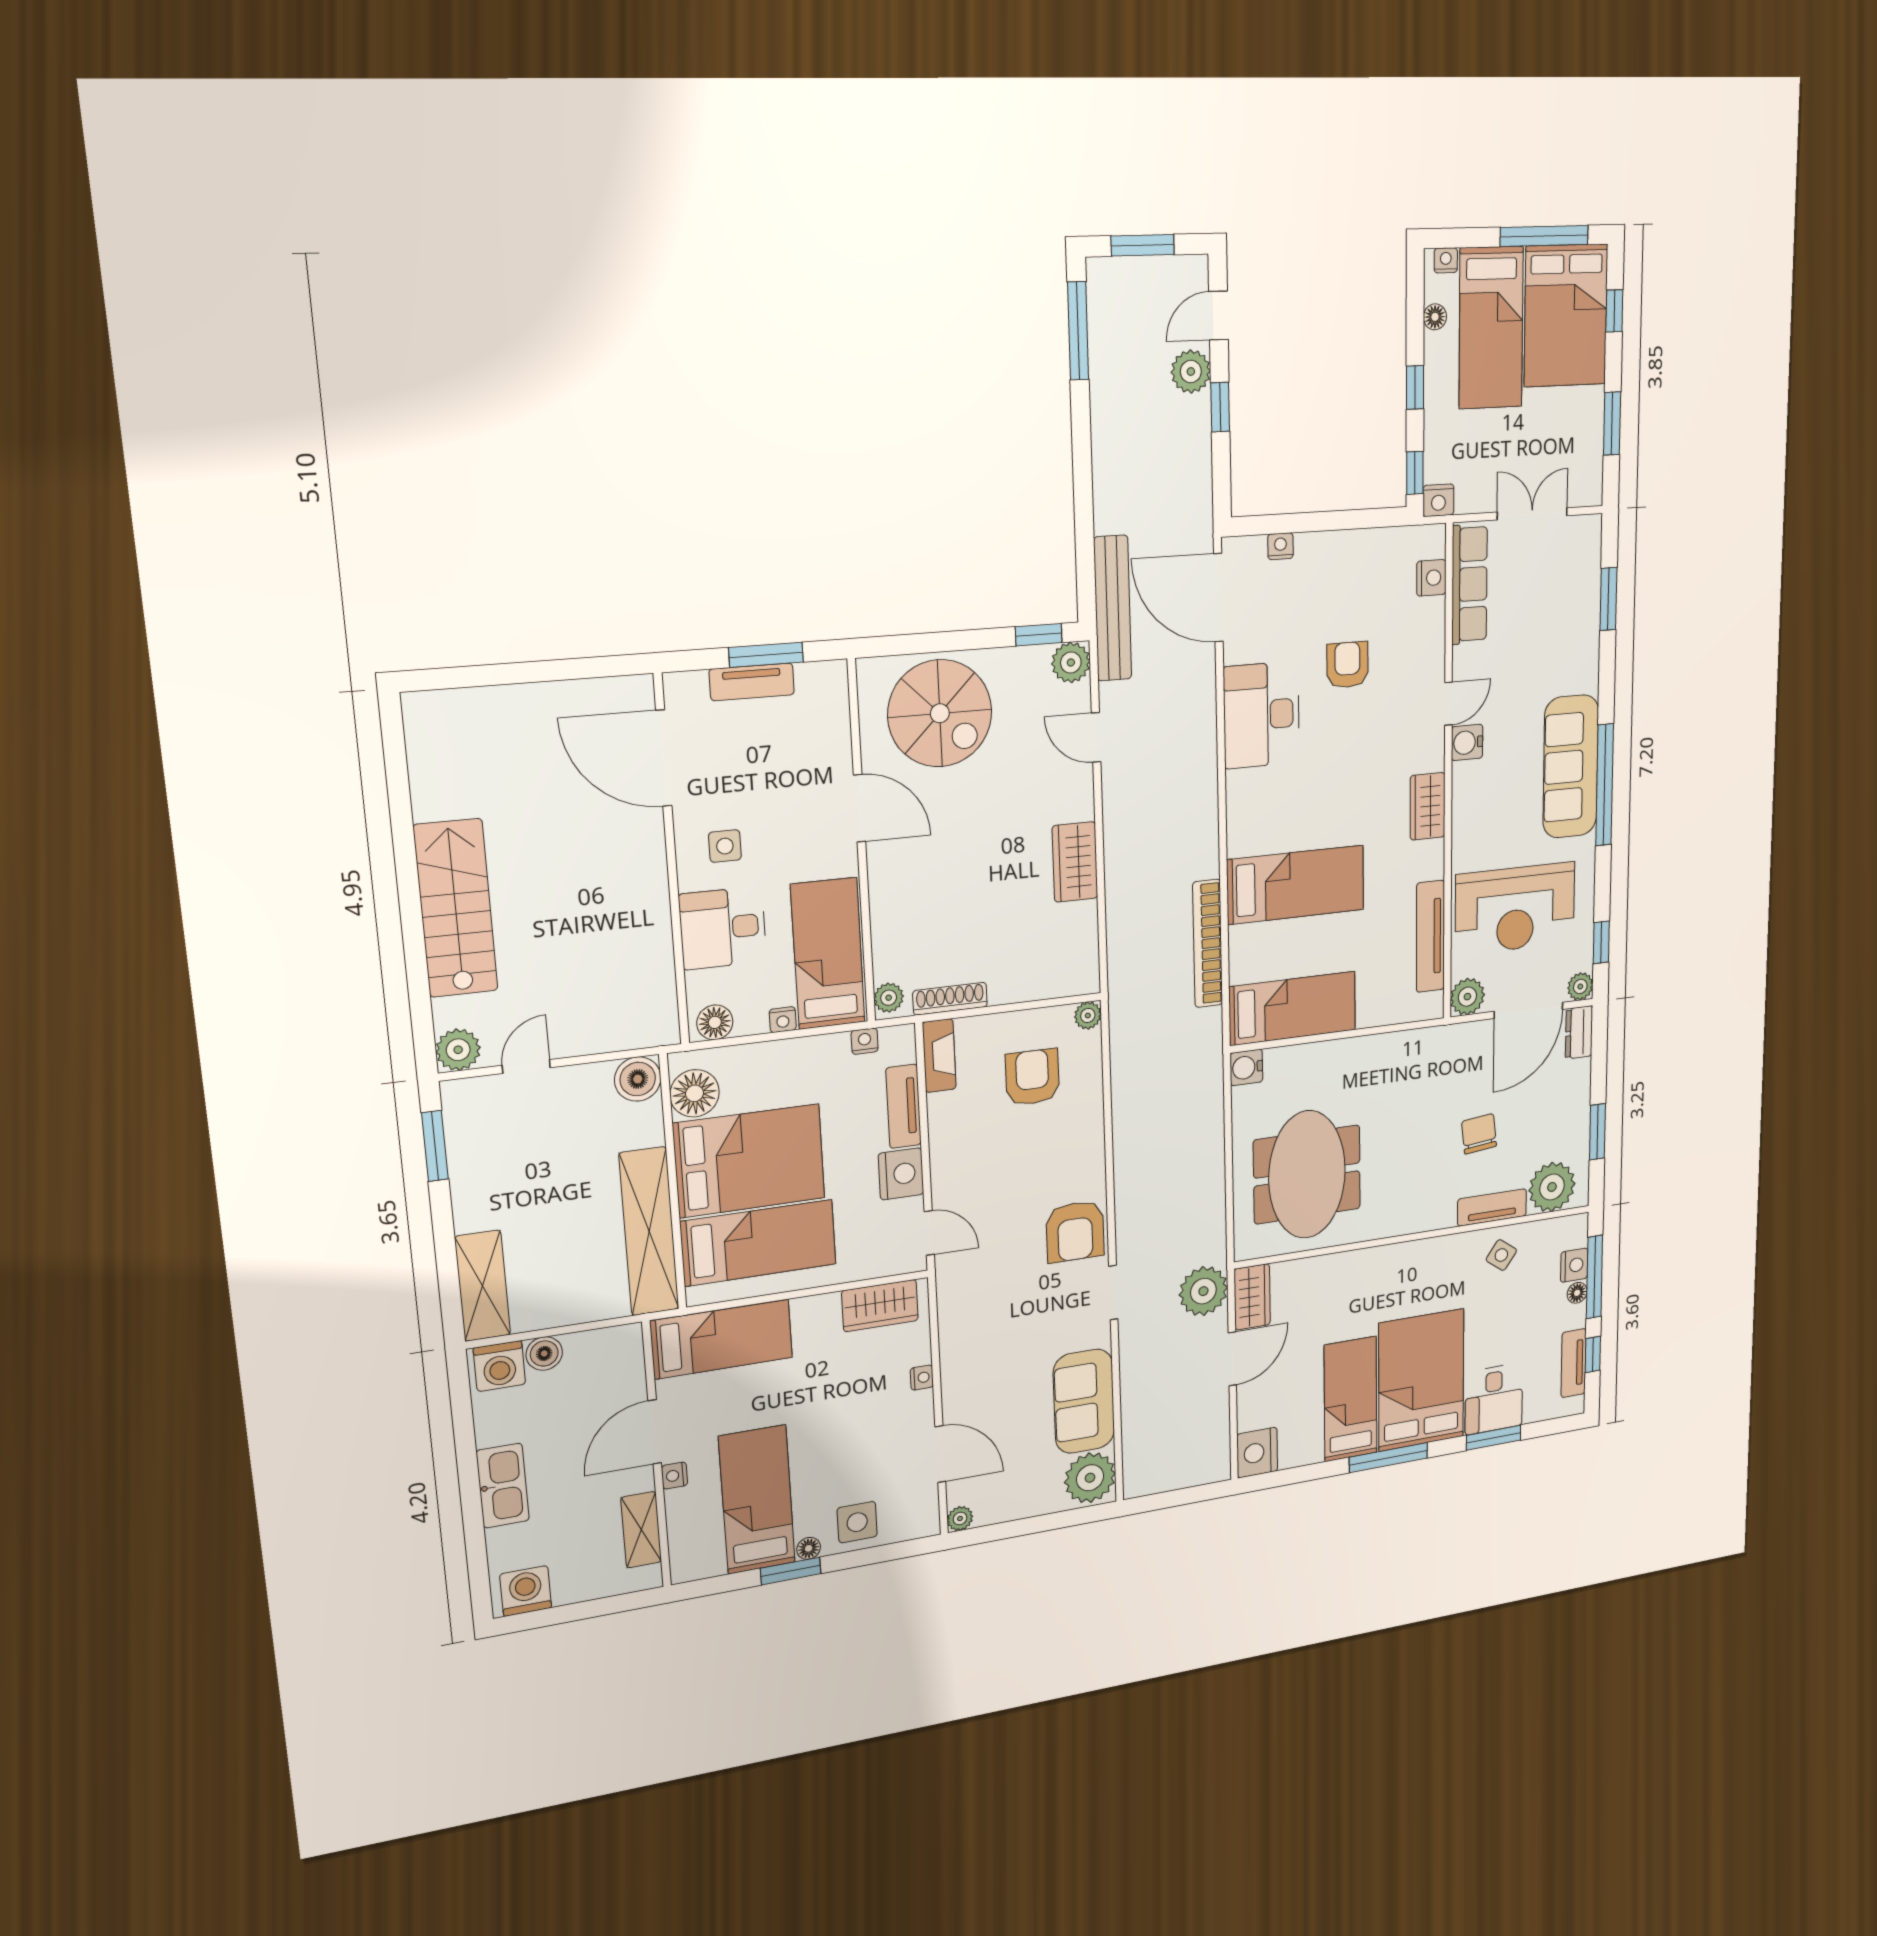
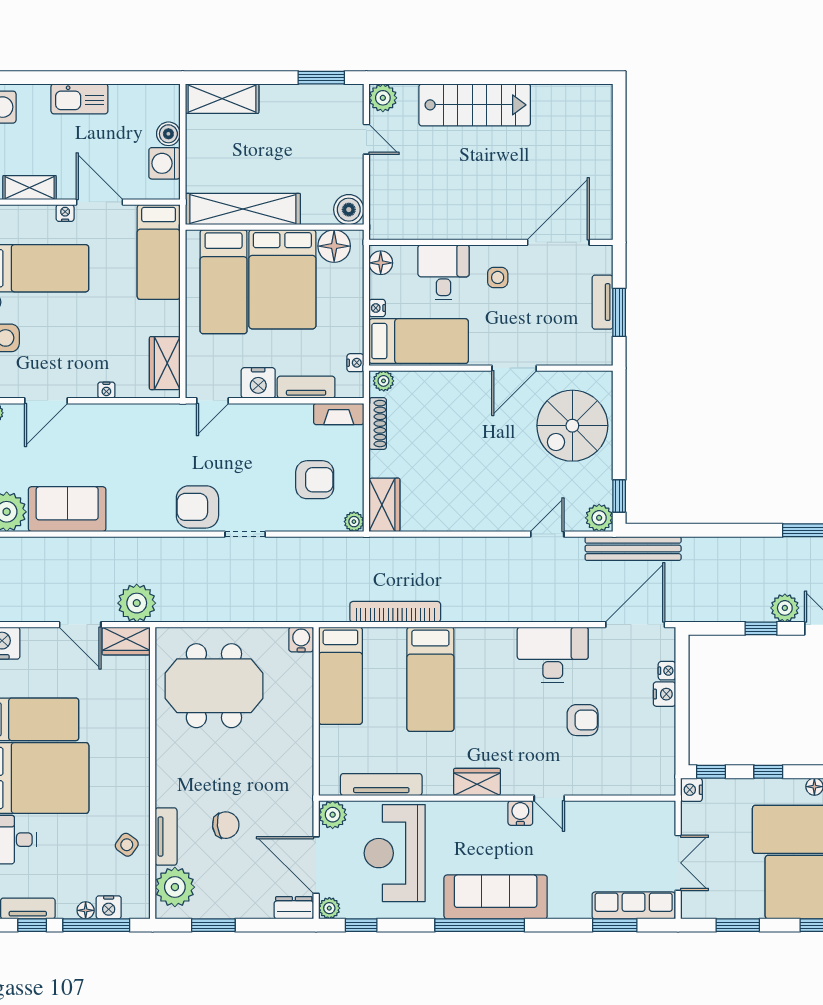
nightstand: (1431, 578) -> (665, 694), moved, turned -90
row of seats: (1469, 584) -> (634, 905), moved, turned 180
wardrobe: (1075, 862) -> (384, 505), moved, turned 90
doorway: (1113, 1292) -> (245, 534), moved
washing machine: (499, 1366) -> (165, 163), moved

